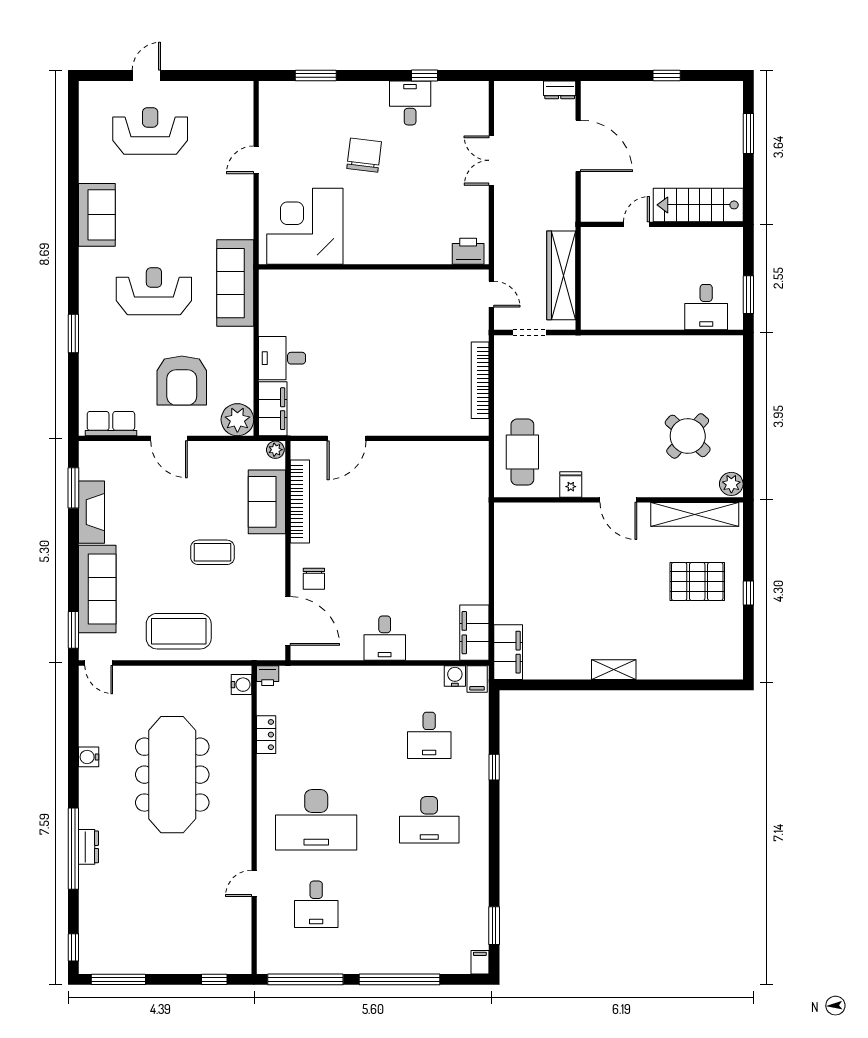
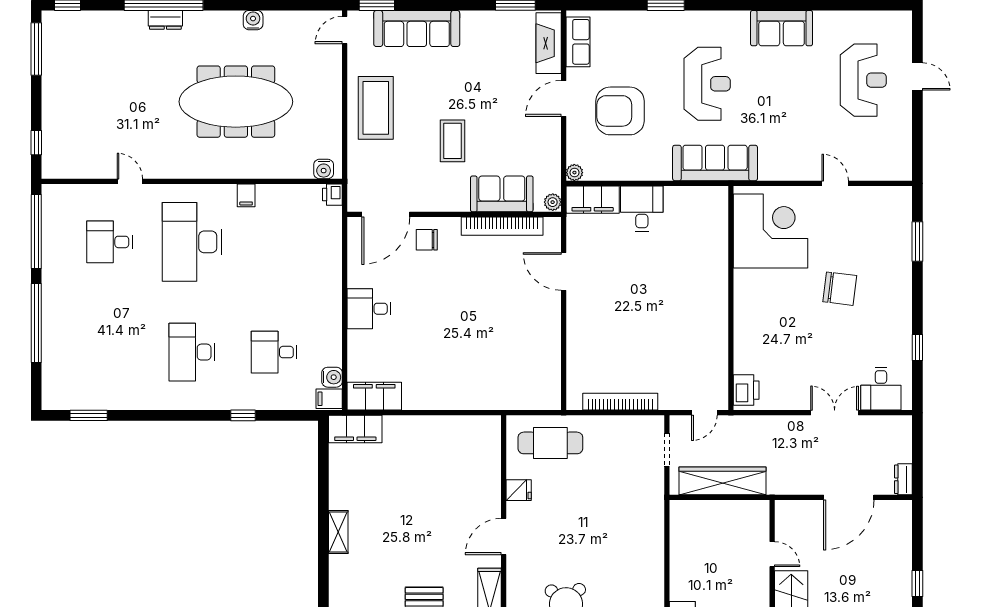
desk: (410, 103) -> (881, 389), moved, turned 90
plant: (237, 420) -> (574, 173), width x0.53, depth x0.53
fireplace: (91, 512) -> (549, 43), moved, turned 90
locker: (266, 735) -> (275, 193), removed
filing cabinet: (480, 962) -> (246, 195), moved, turned 90

